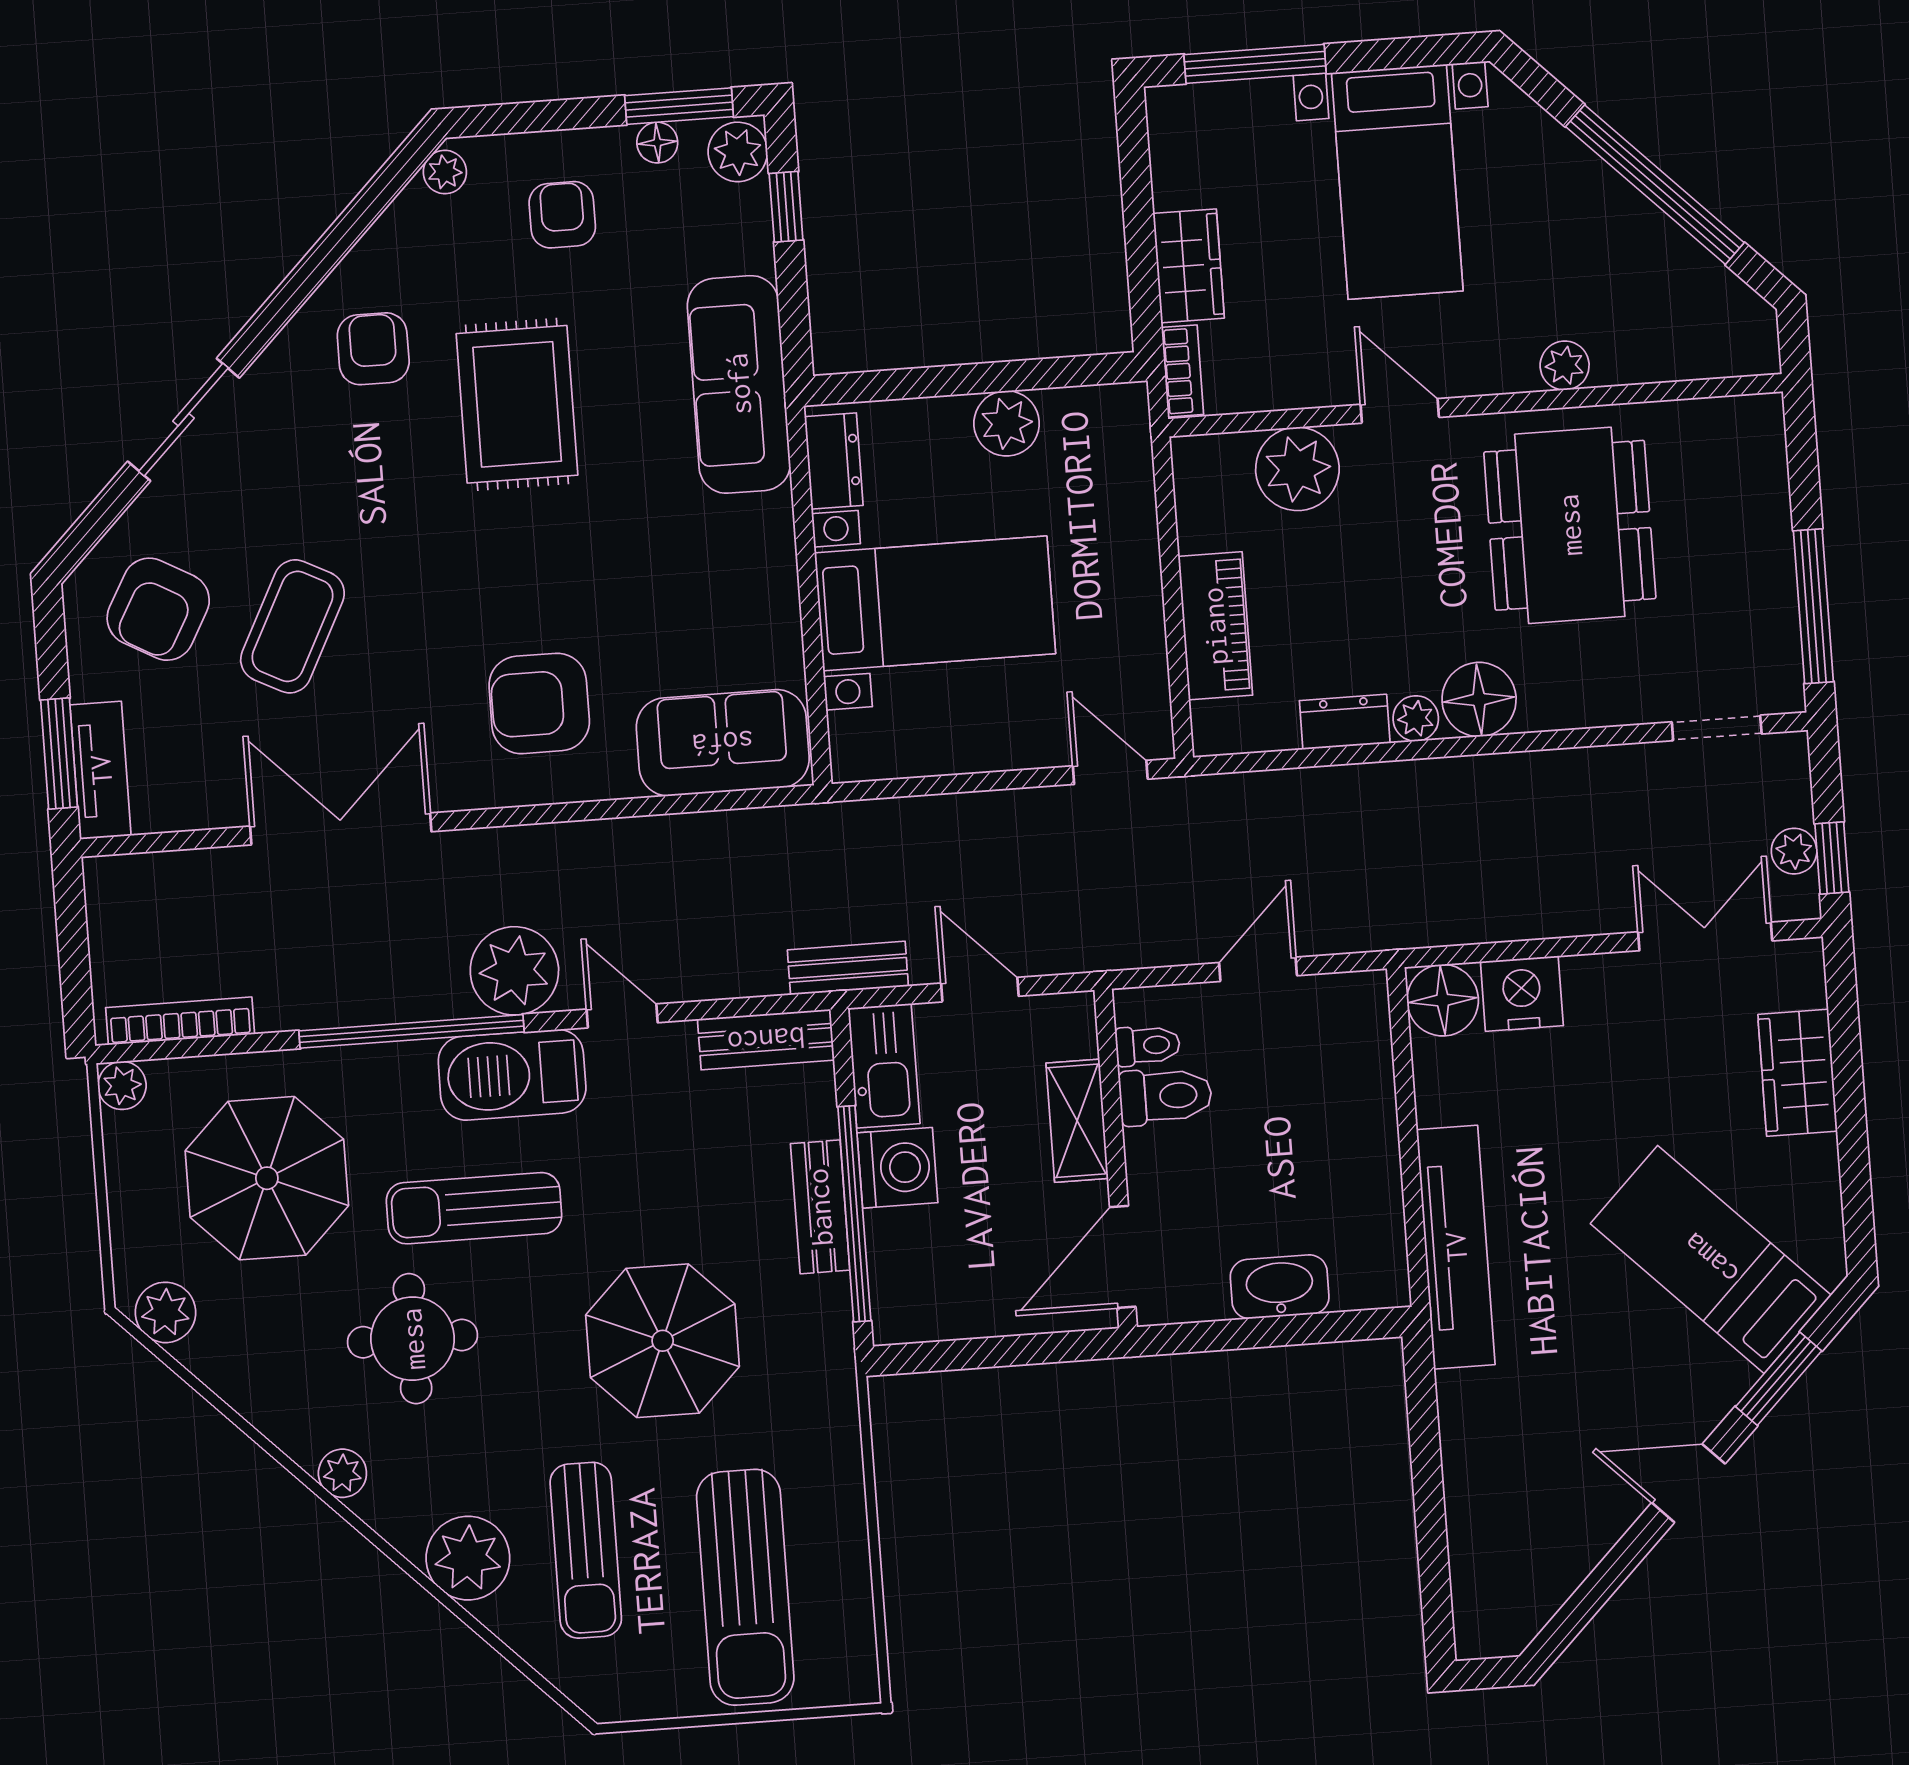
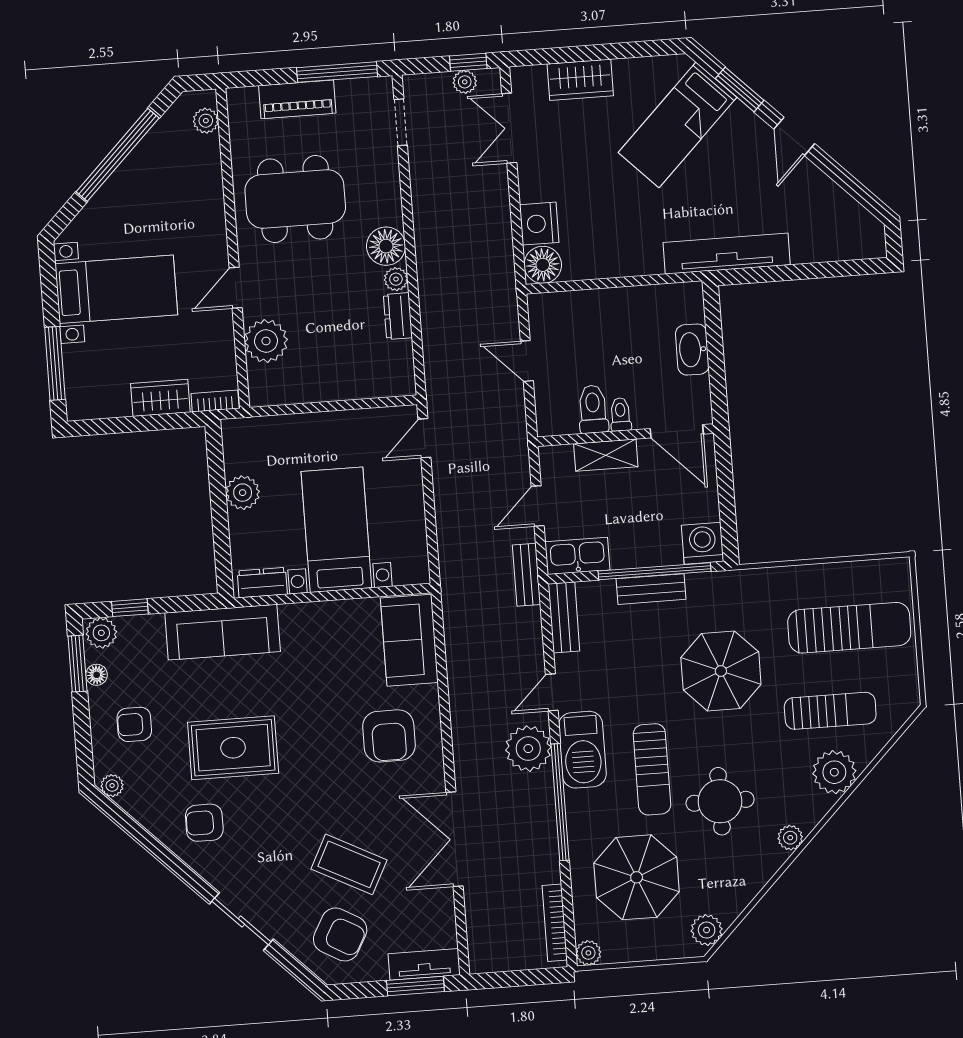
plant: (1565, 366) -> (206, 121), moved
piano: (1215, 626) -> (297, 99), moved, turned 180
toilet: (1148, 1045) -> (620, 414), moved
washing machine: (897, 1168) -> (703, 543), moved
tv unit: (1456, 1247) -> (727, 254), moved

